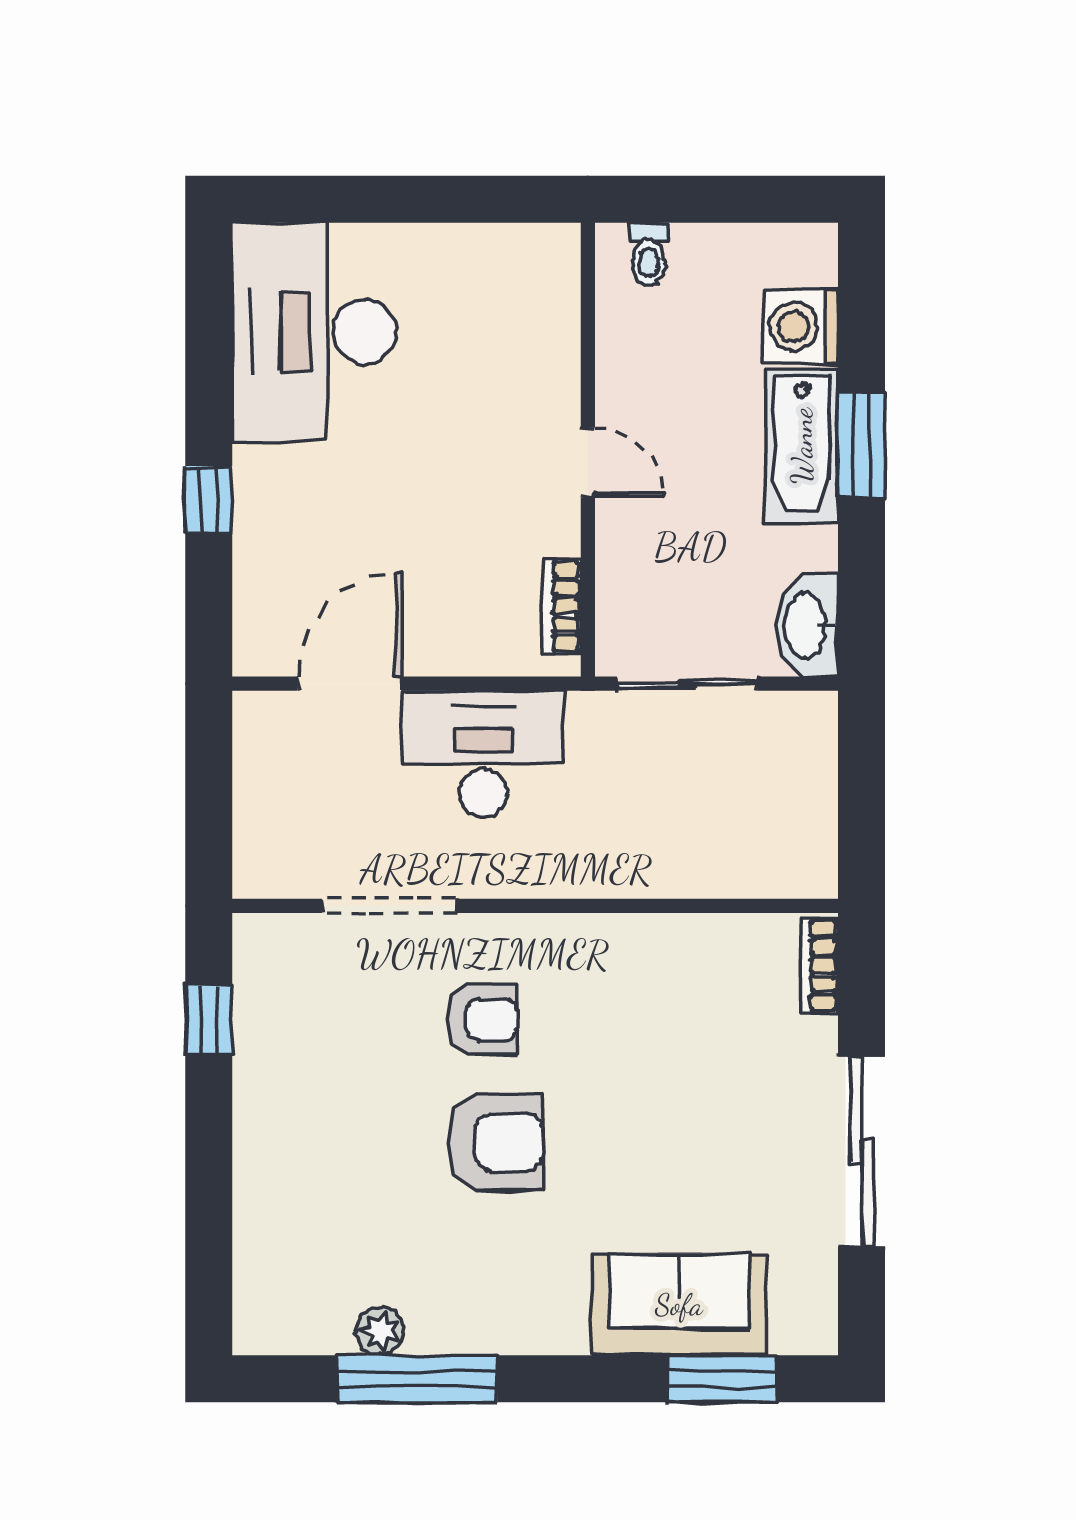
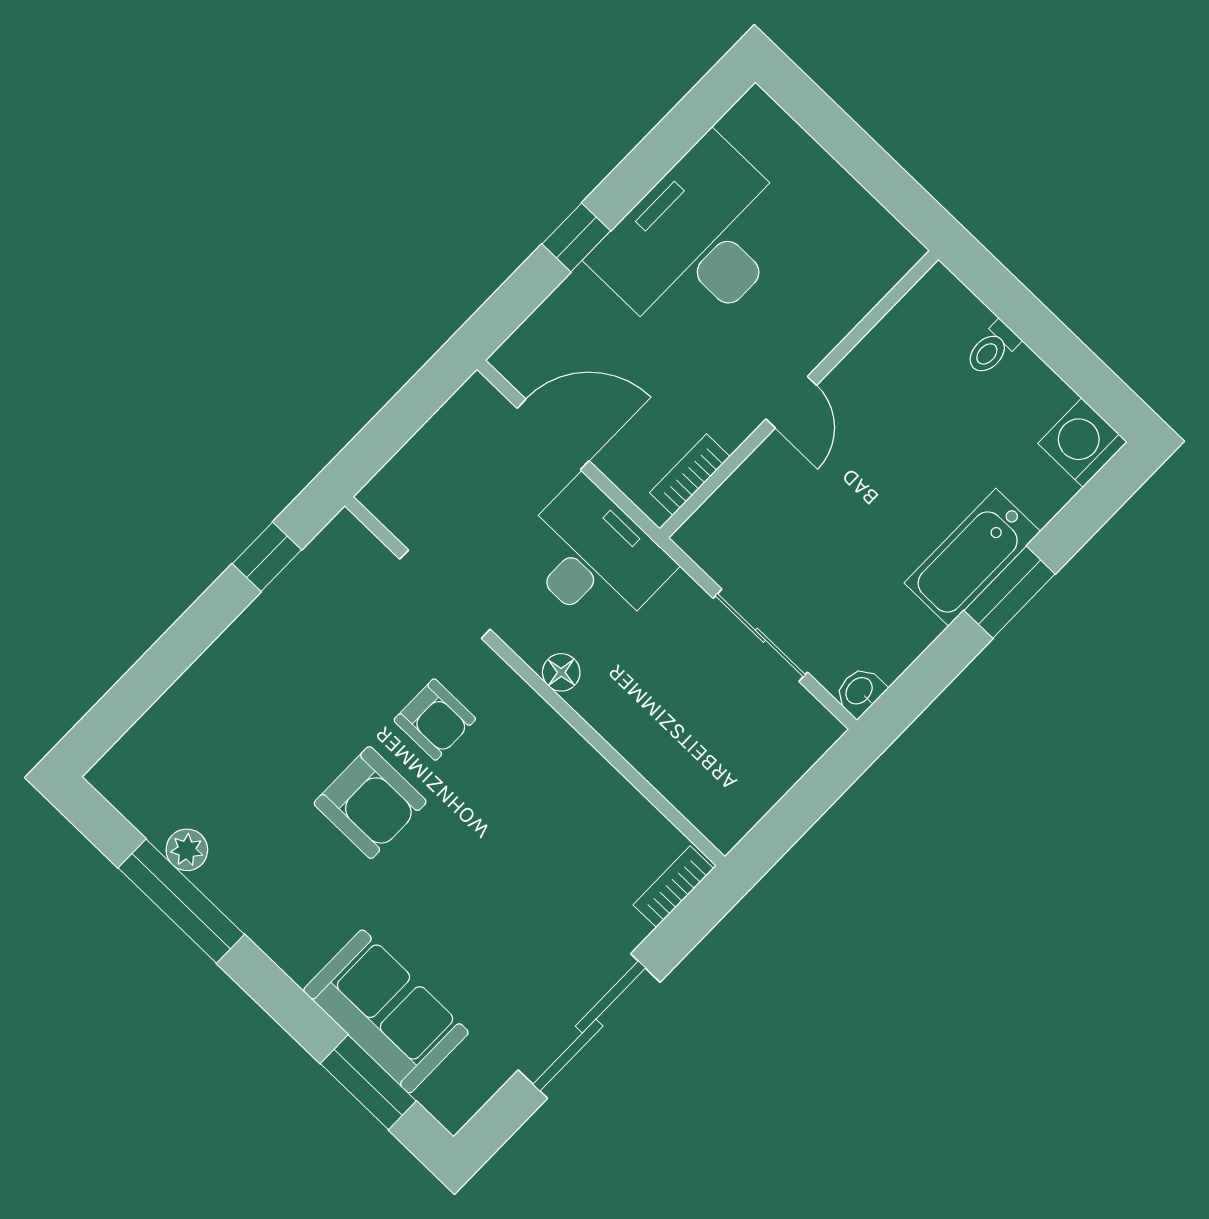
washing machine: (801, 326) -> (1082, 443), moved
desk: (314, 332) -> (697, 242), moved
wall: (588, 450) -> (799, 394), moved
door: (588, 463) -> (791, 402), moved
bookcase: (562, 606) -> (690, 475), moved
washbasin: (807, 626) -> (860, 691), width x0.52, depth x0.69
floor lamp: (550, 877) -> (561, 672), added

